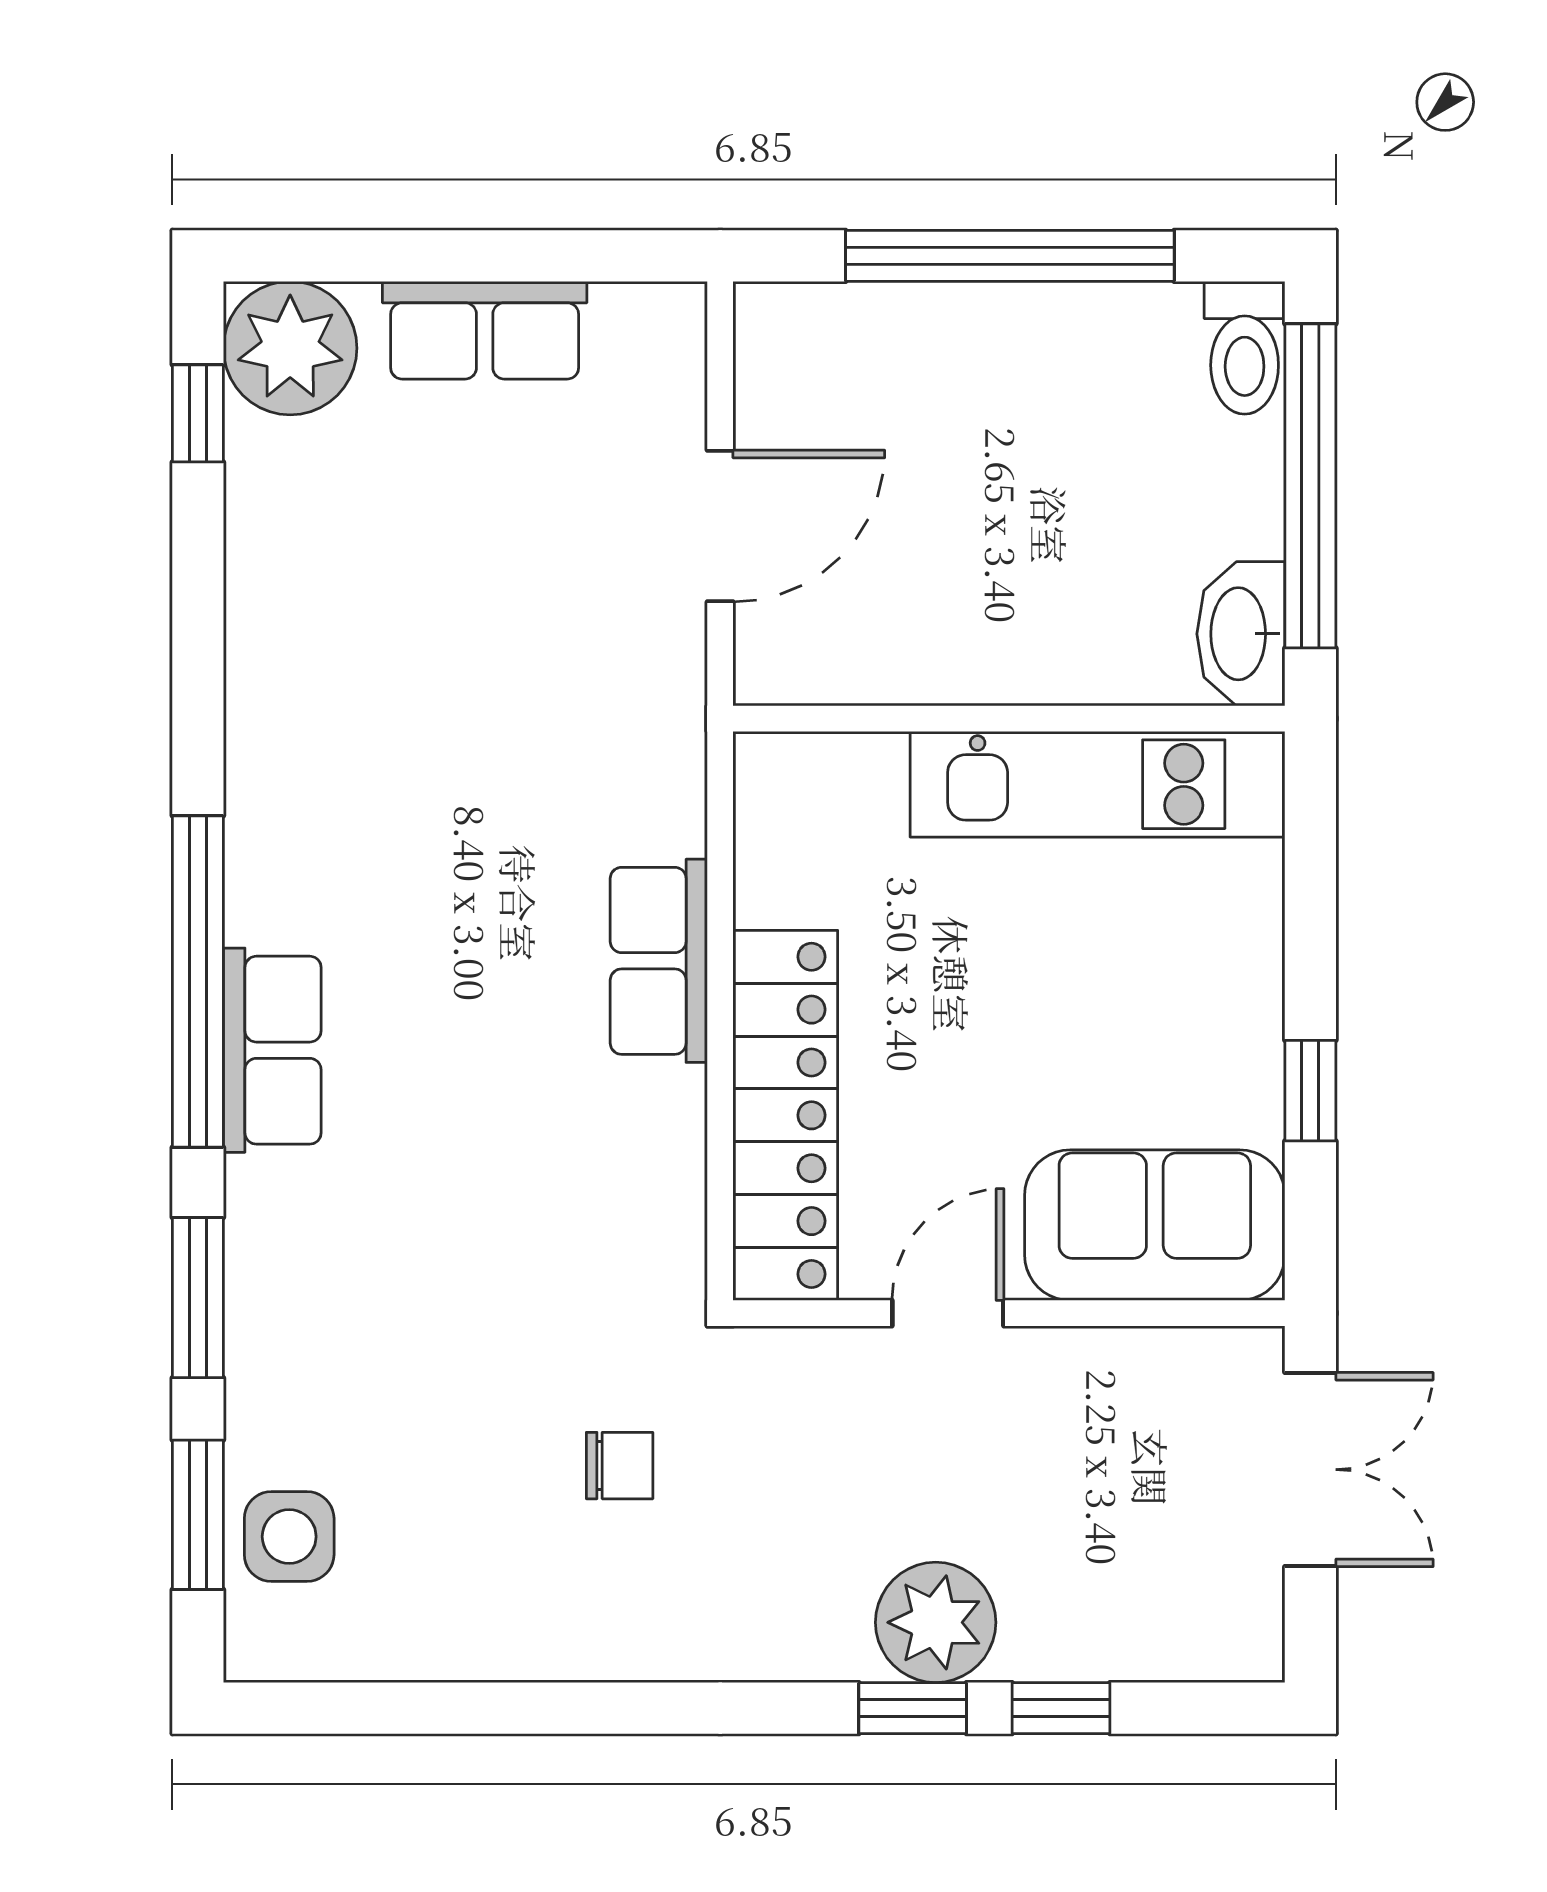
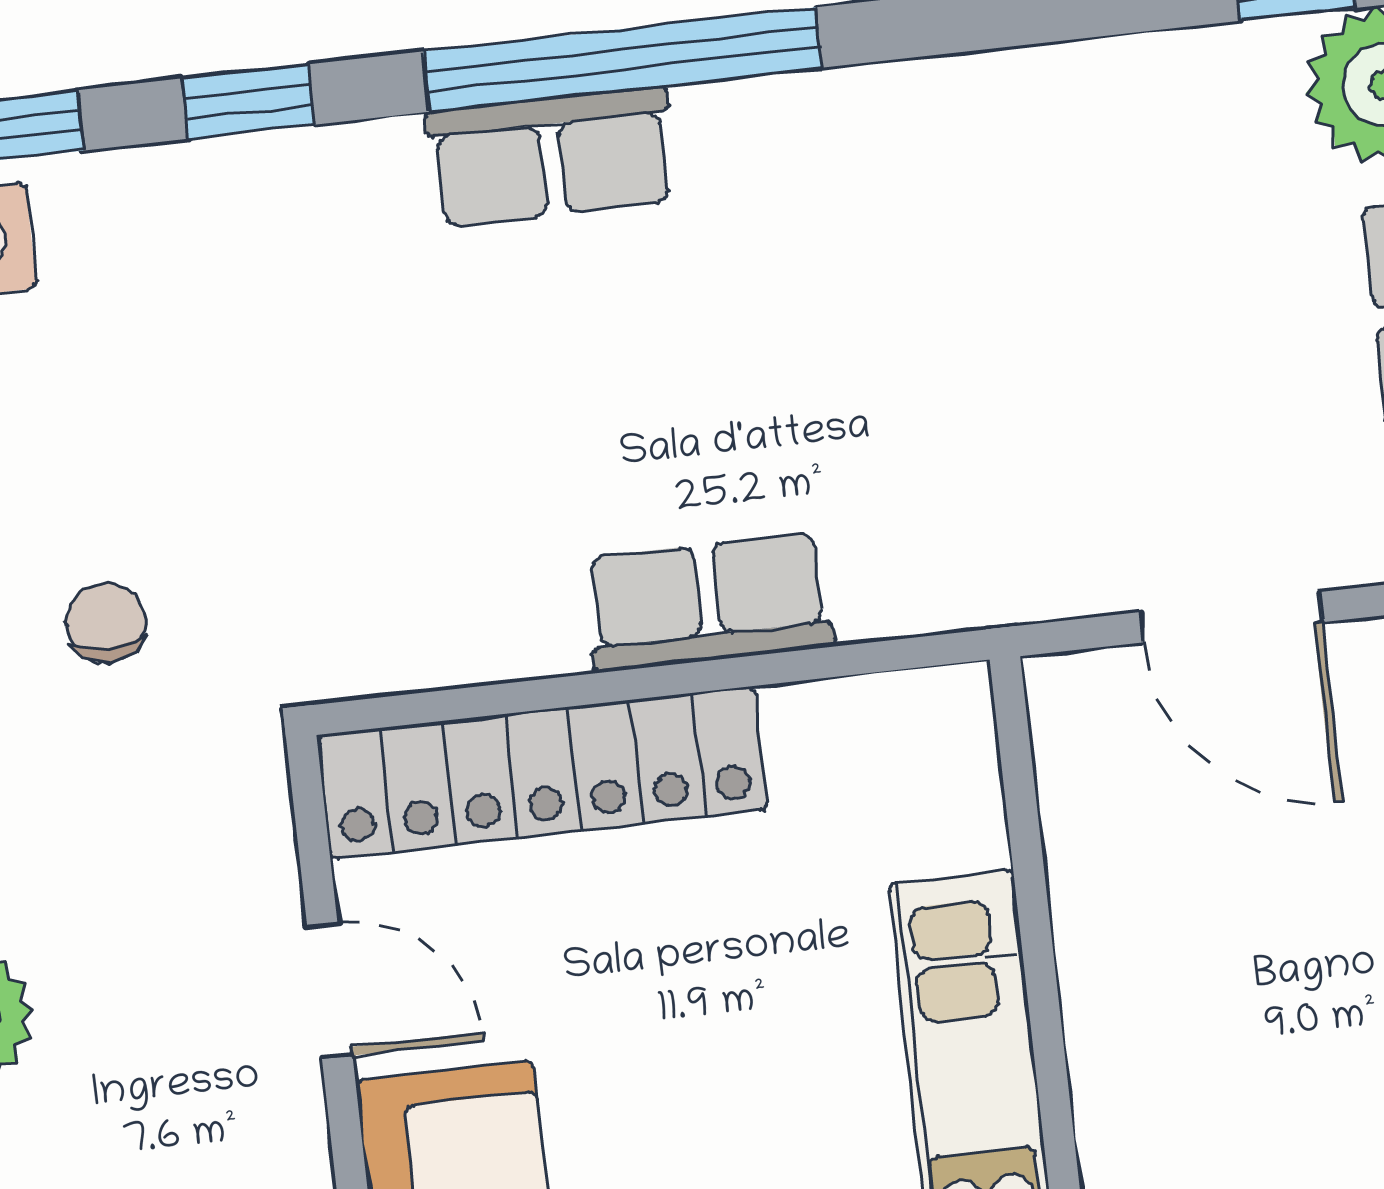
window: (198, 1298) -> (248, 101), width x0.67
chair: (620, 1466) -> (106, 623), turned 180

